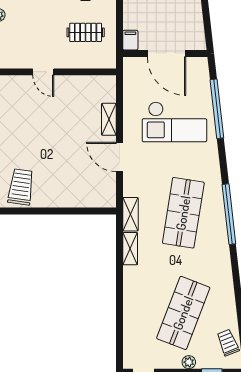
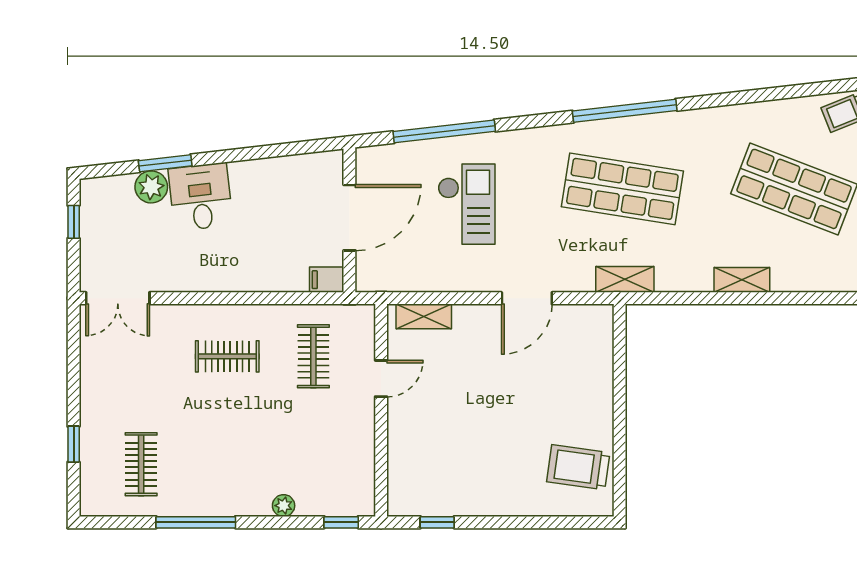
door: (43, 72) -> (381, 379), moved
shelving: (109, 119) -> (424, 316), moved
checkout: (174, 122) -> (467, 204), width x0.73, depth x0.83
shelving: (130, 249) -> (742, 280), moved

